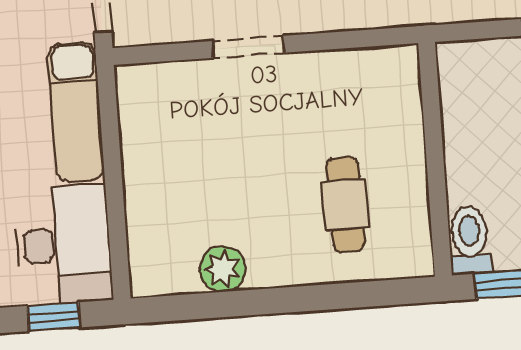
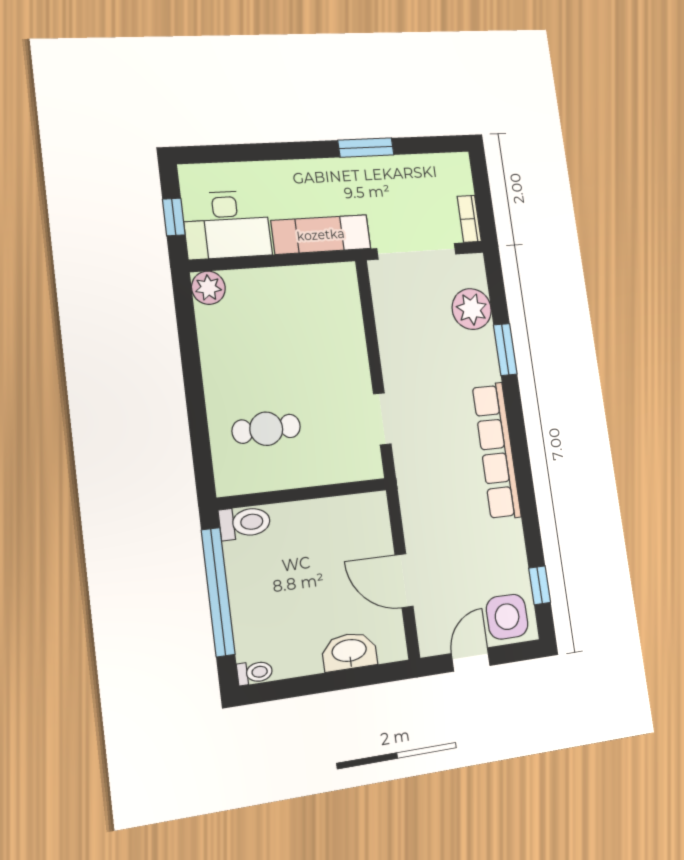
doorway: (248, 47) -> (382, 419), moved
plant: (223, 269) -> (208, 288), moved

